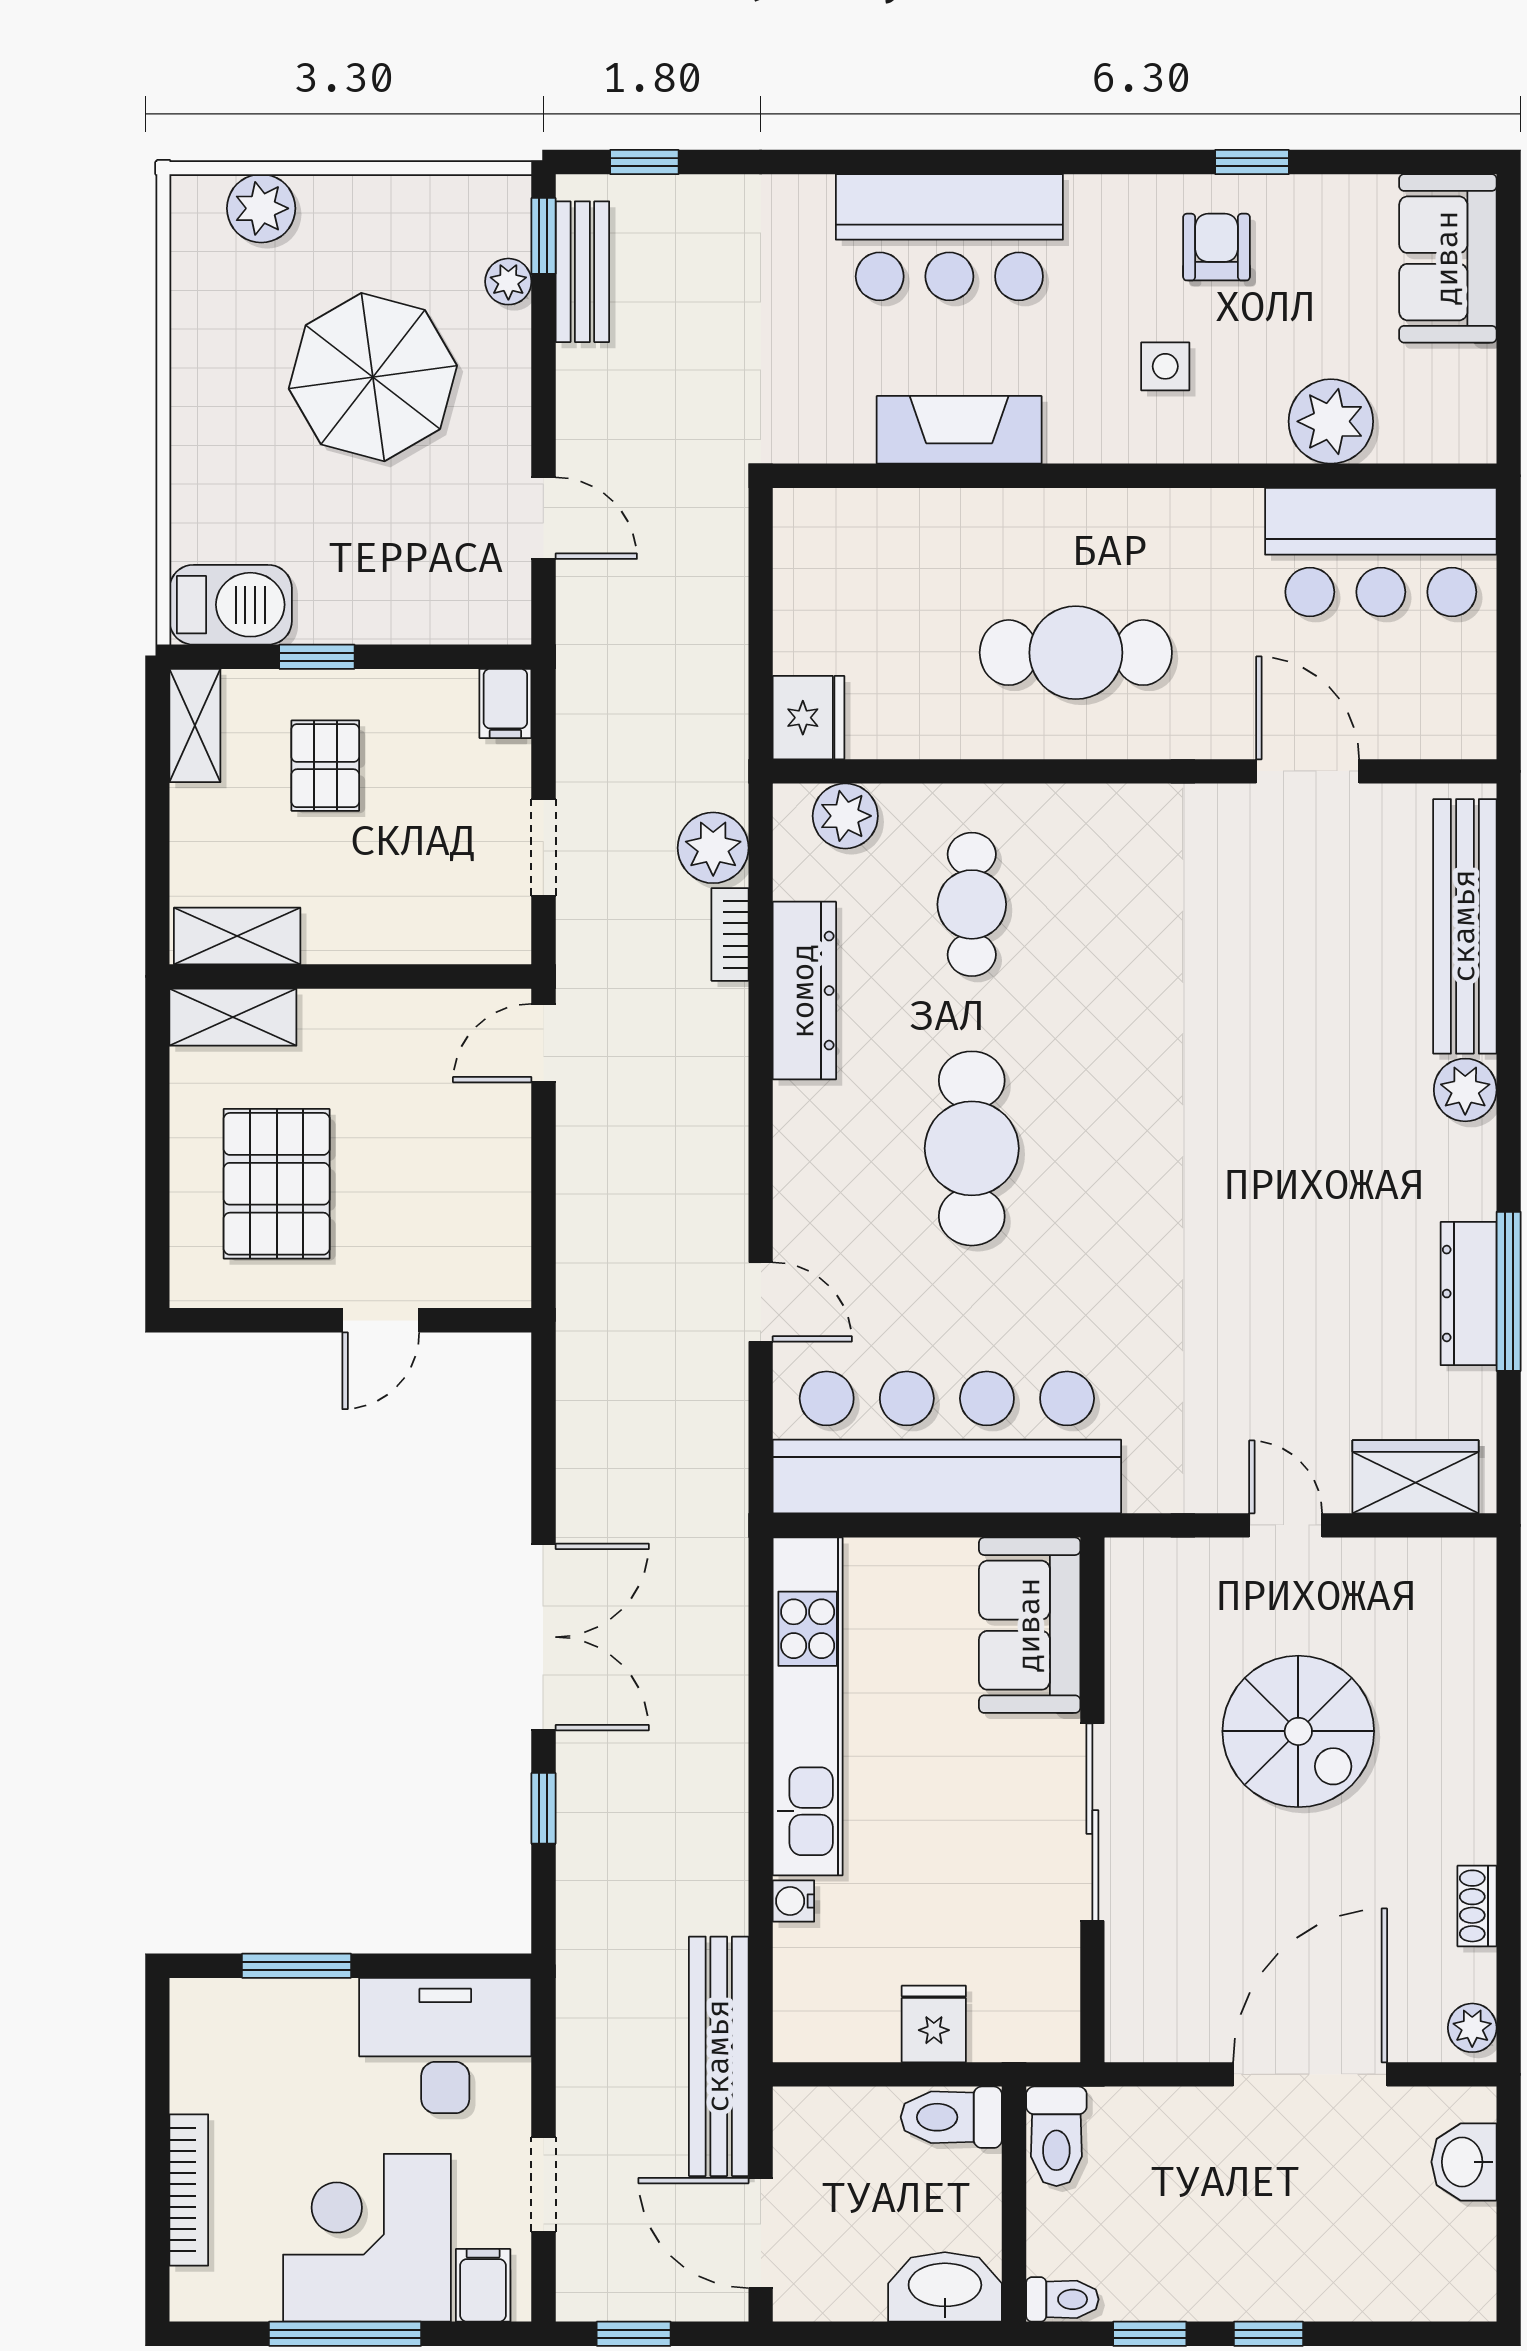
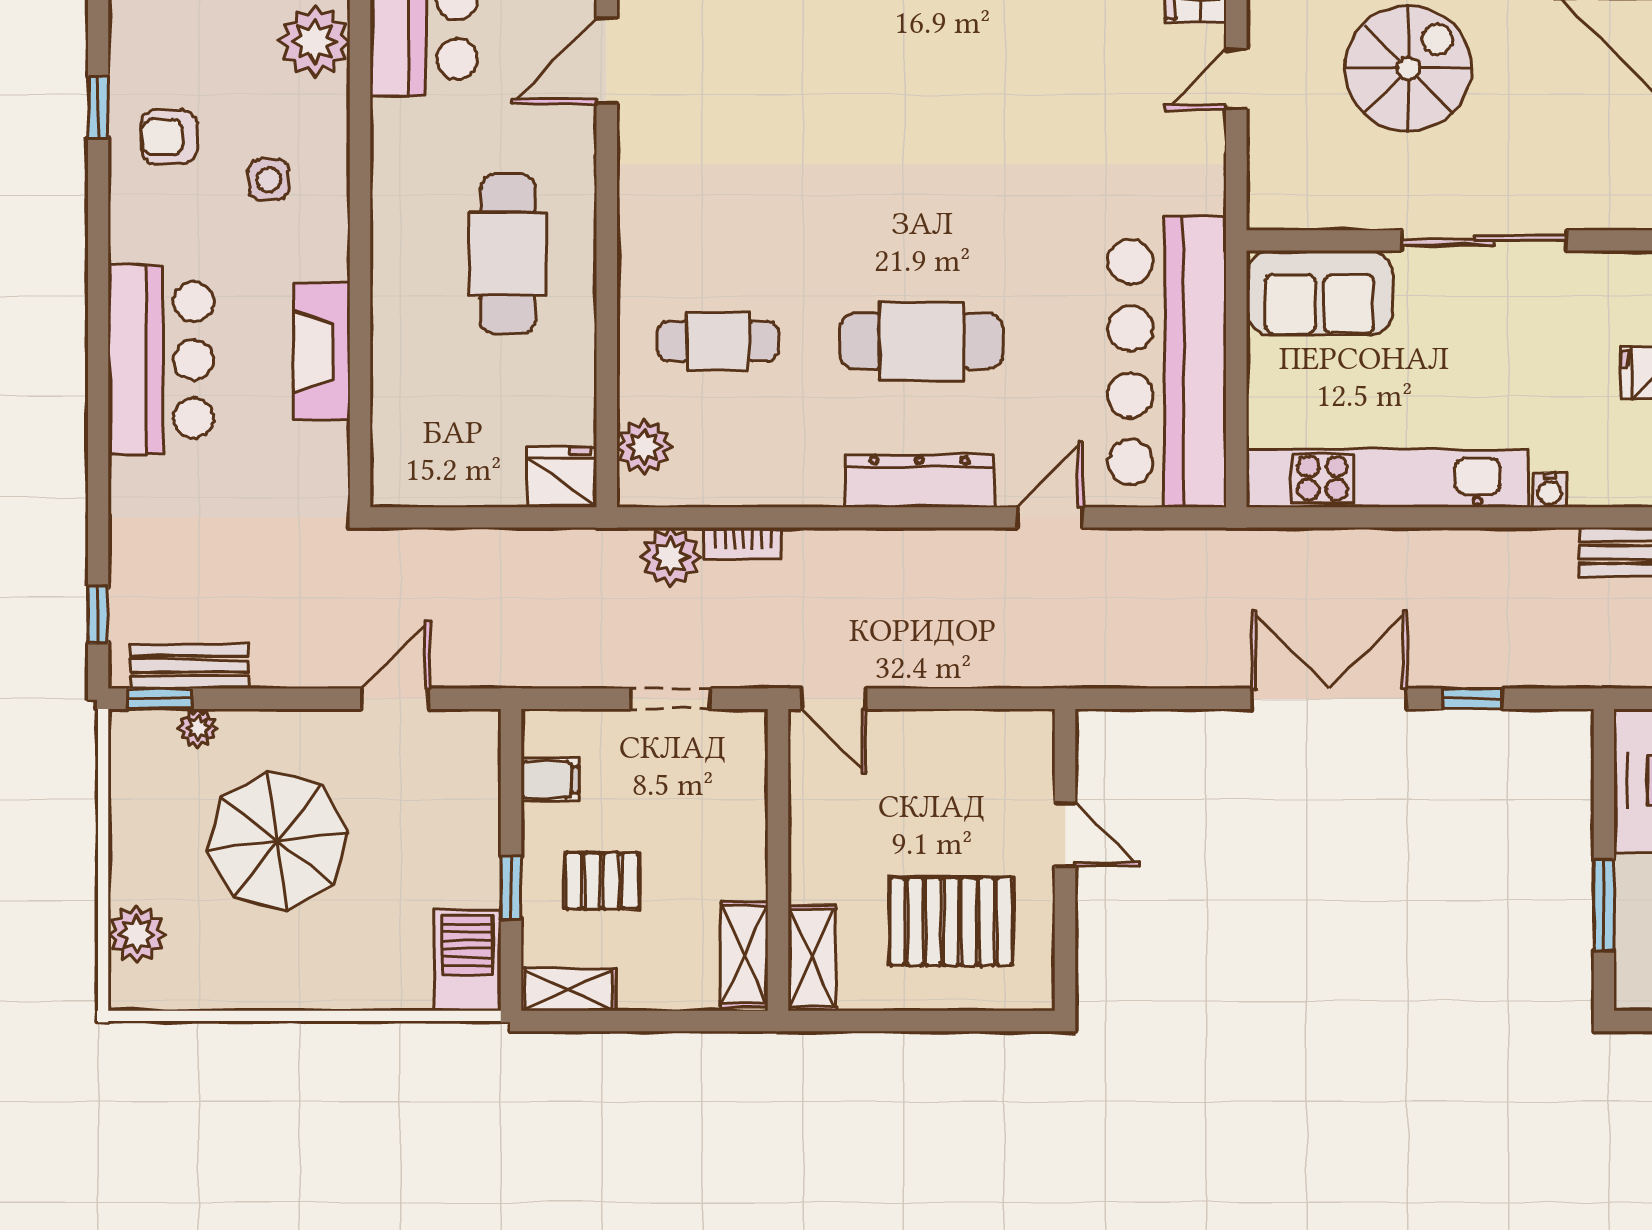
filing cabinet: (505, 703) -> (550, 780), moved
dresser: (804, 991) -> (919, 481), moved

